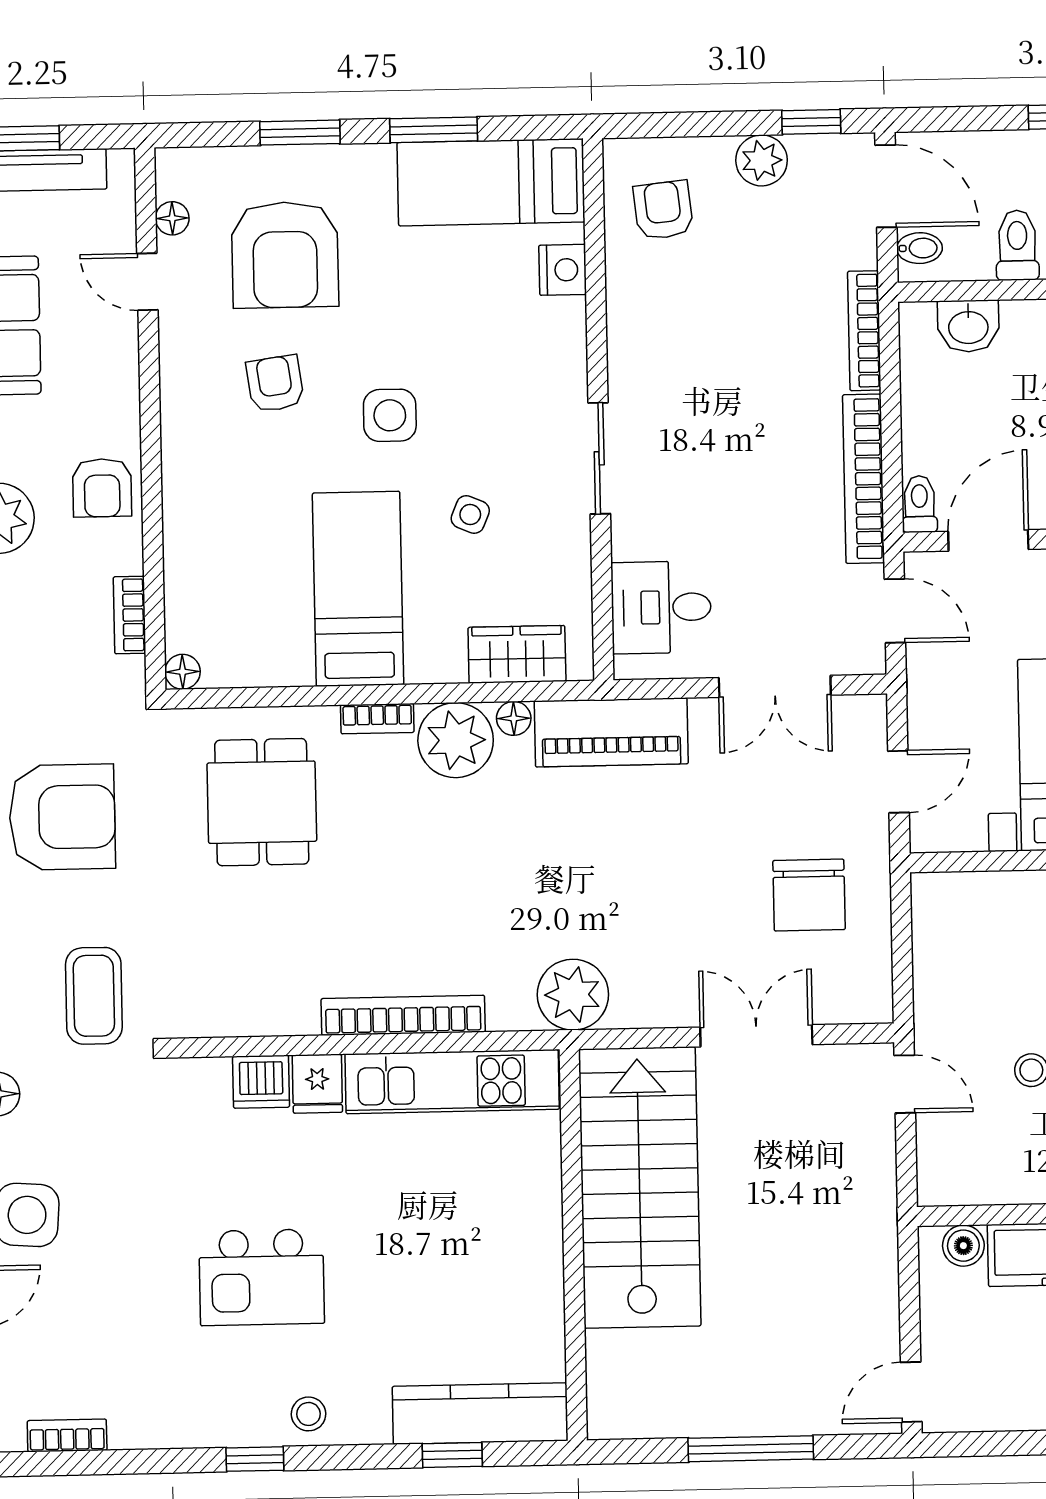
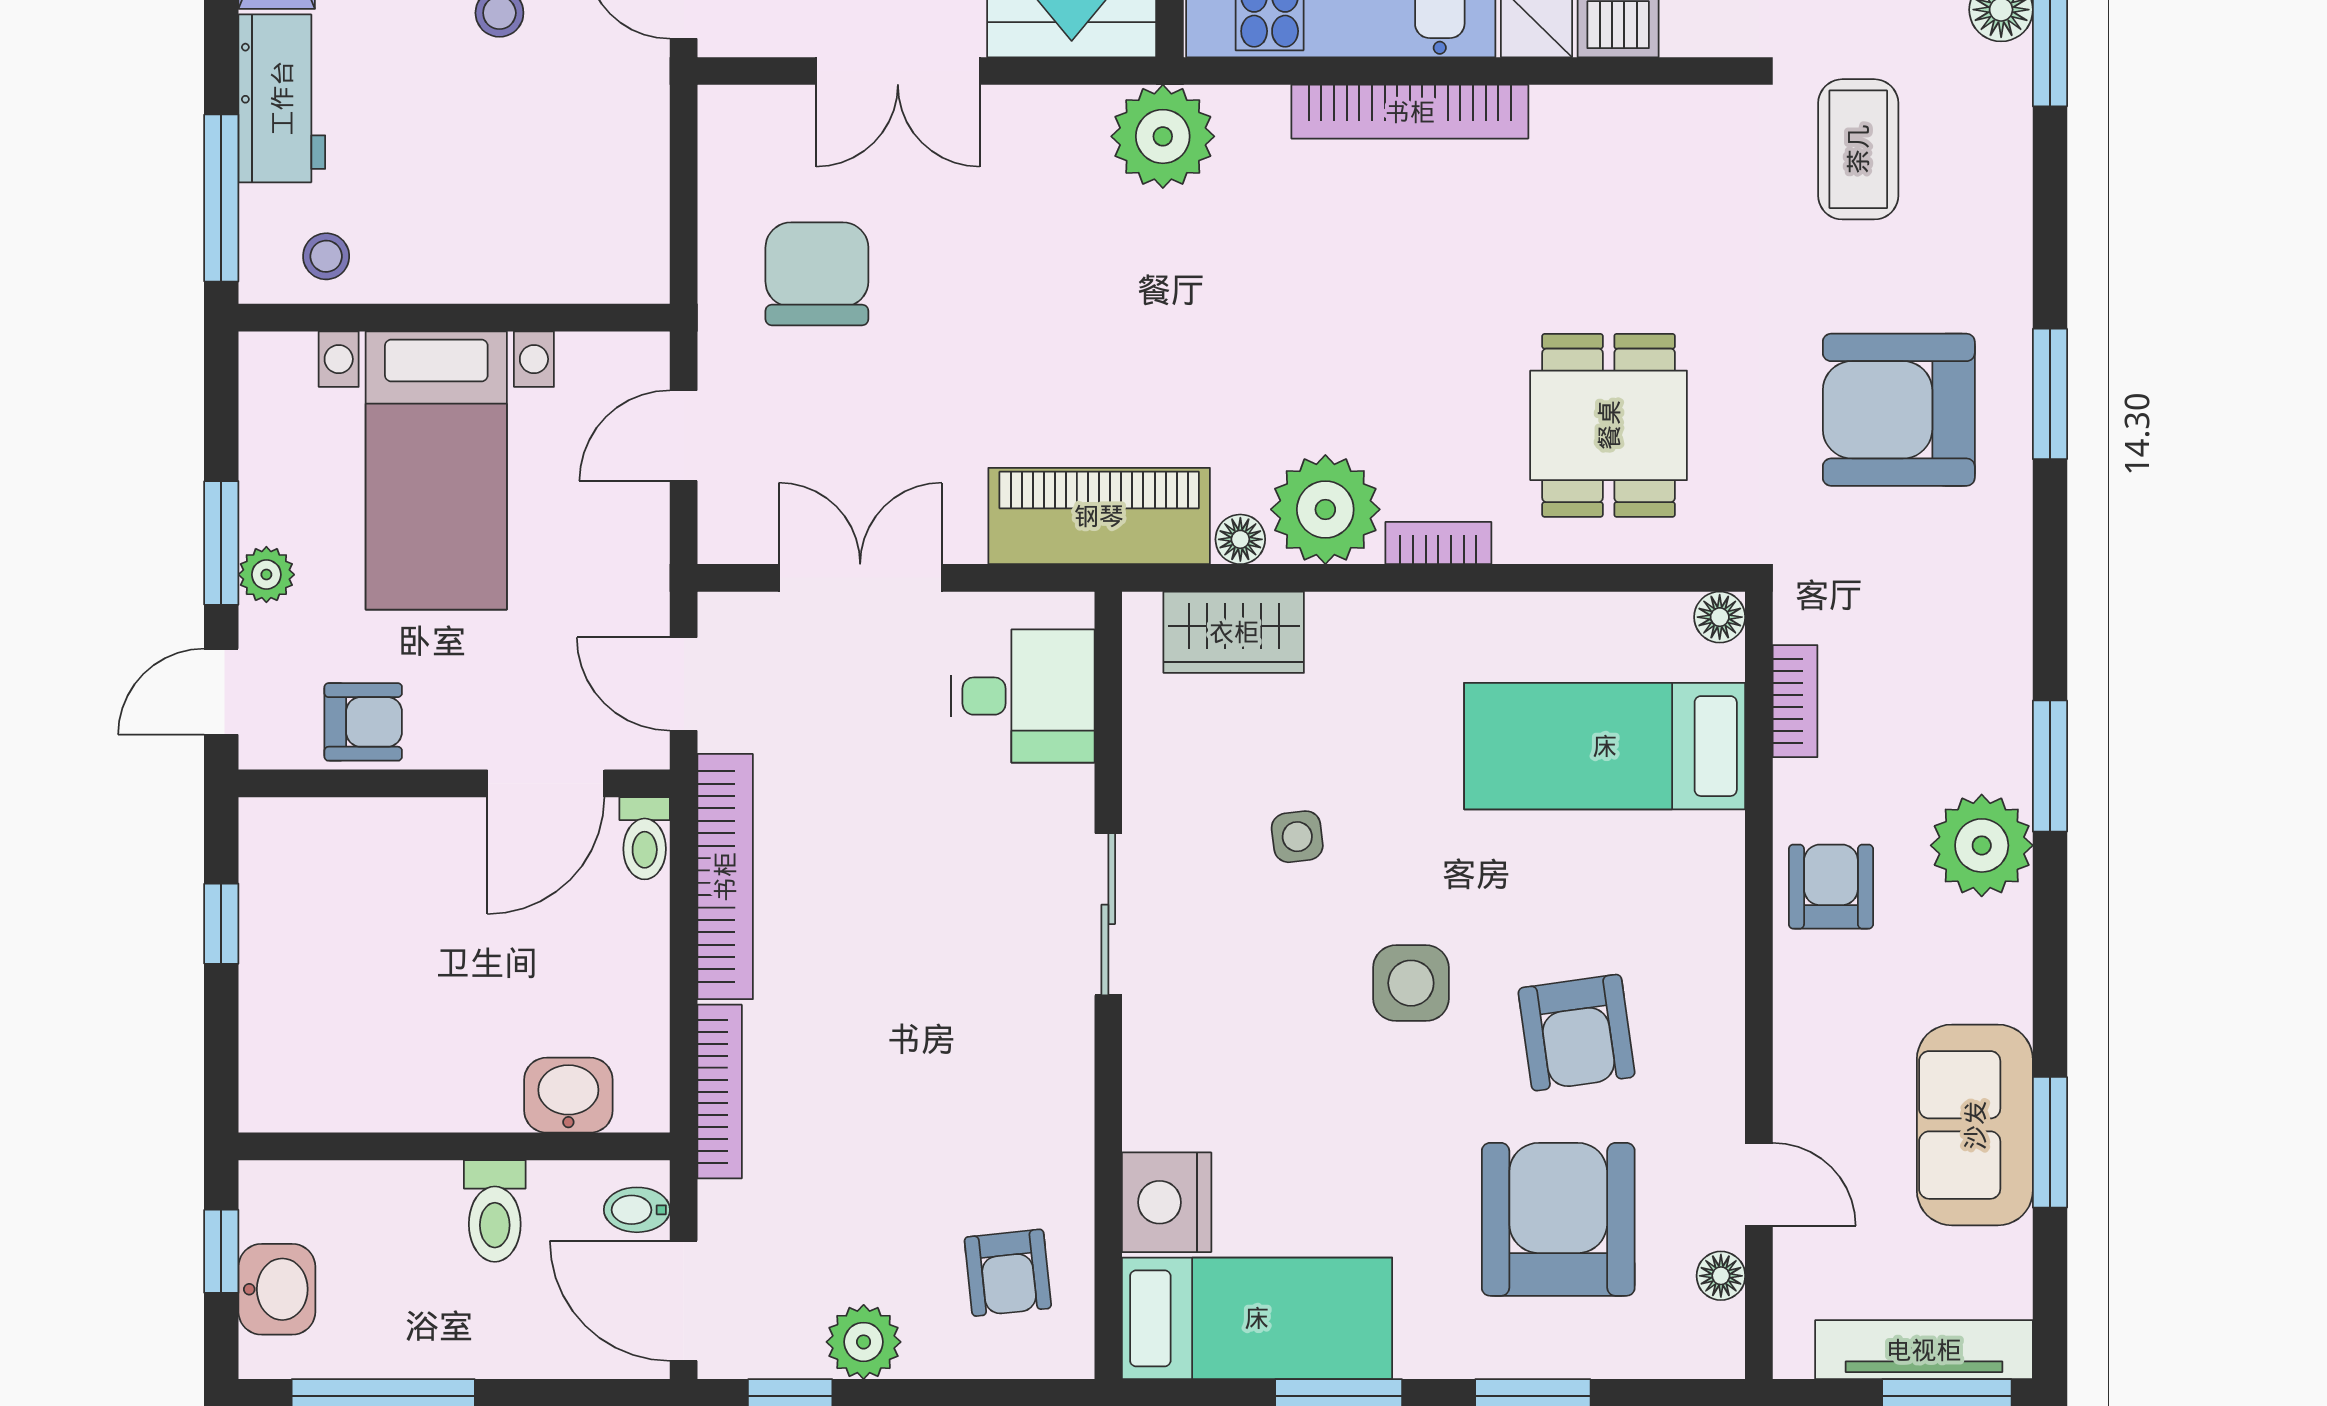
nightstand: (563, 270) -> (1167, 1202), width x1.36, depth x1.33
armchair: (275, 384) -> (1577, 1033), width x1.38, depth x1.38
side table: (470, 515) -> (1297, 837), turned -30
bed: (358, 589) -> (1605, 746), moved, turned 90

